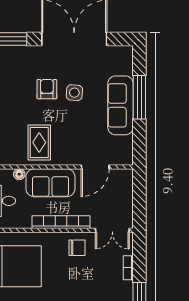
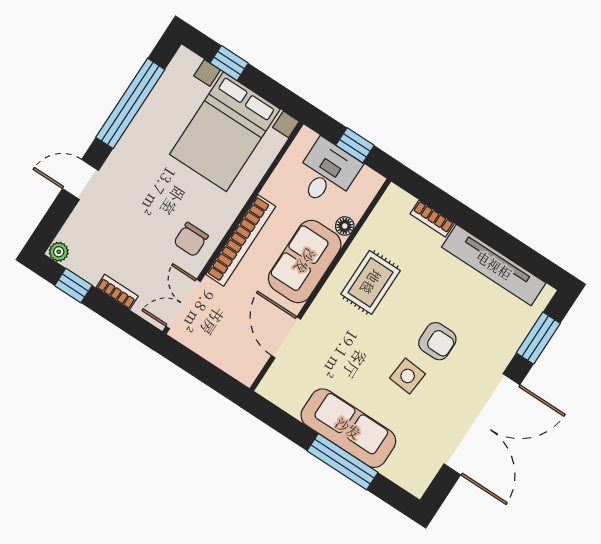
rug: (39, 142) -> (371, 282), turned 90

